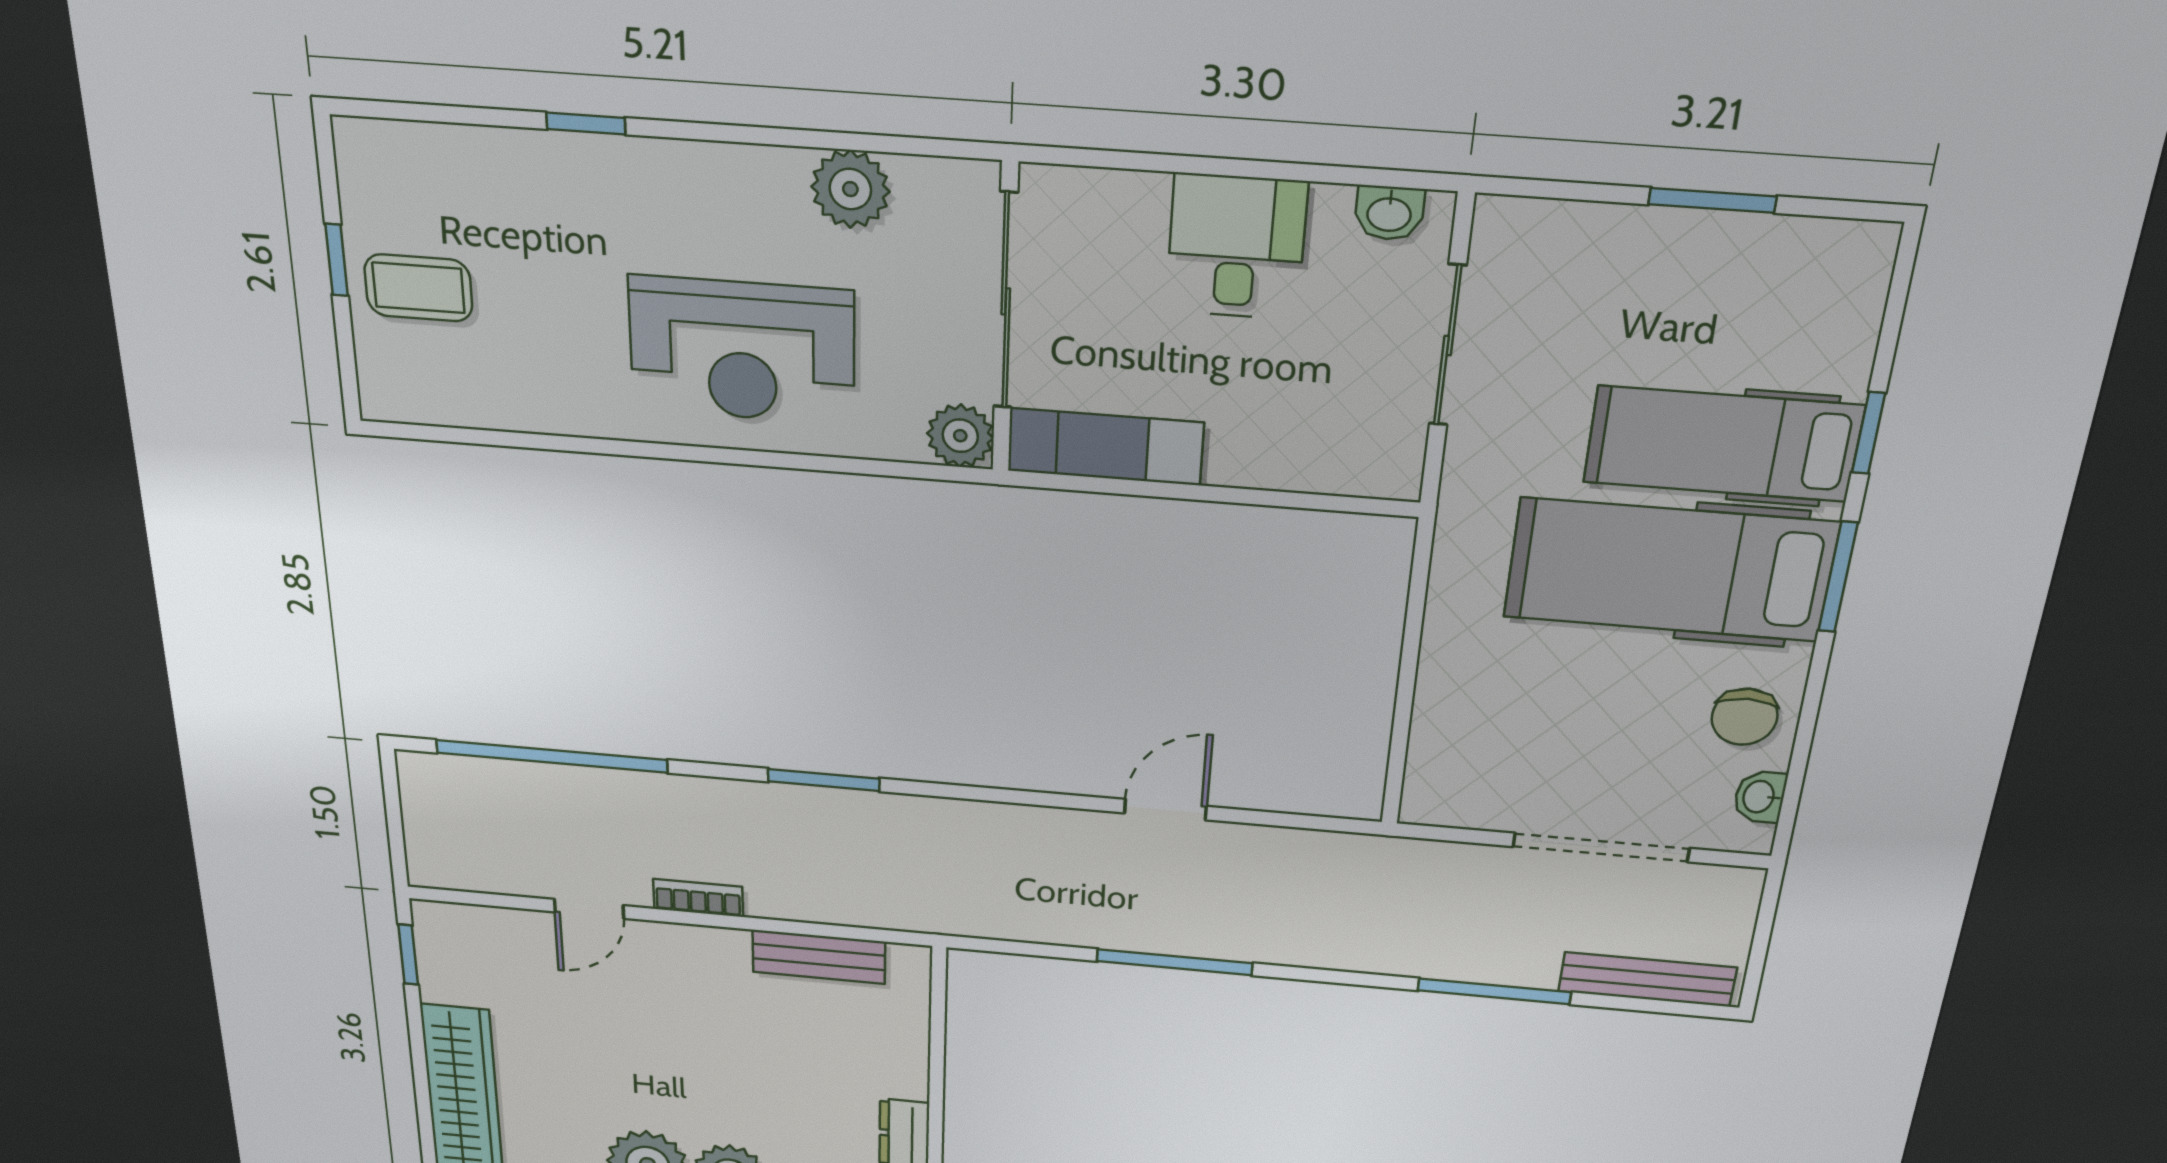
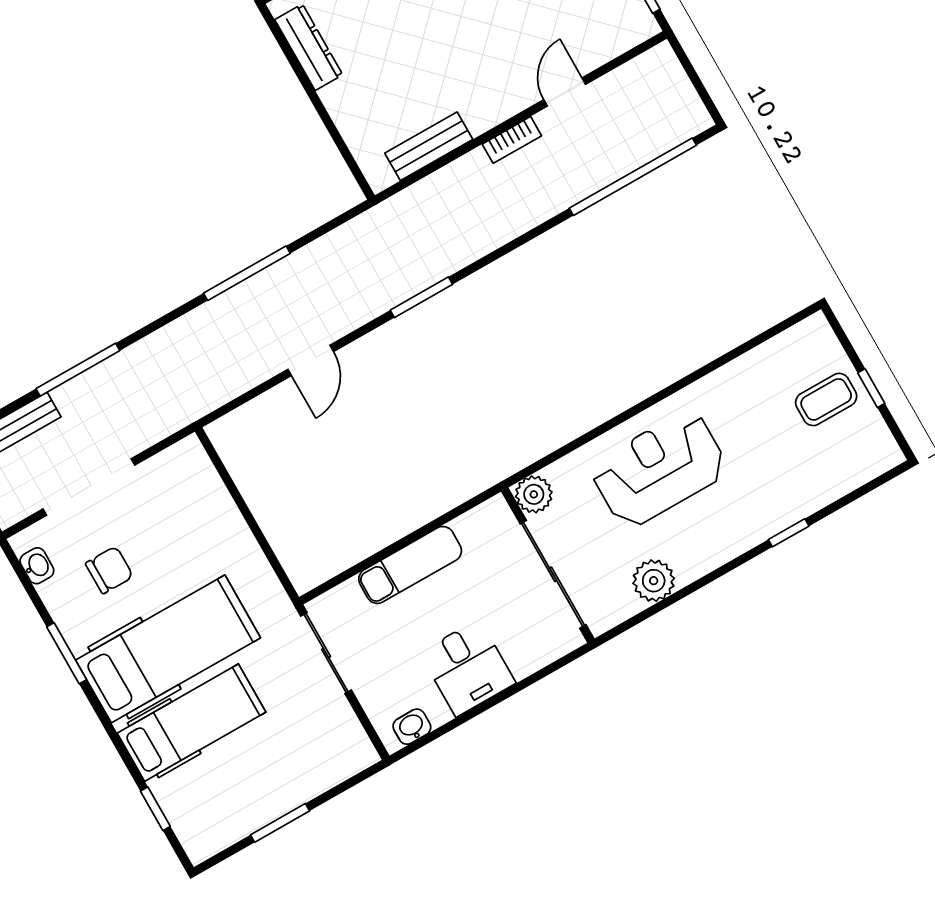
sliding door: (1448, 345) -> (326, 653), moved
window: (1869, 433) -> (155, 809), moved
exam couch: (1105, 447) -> (410, 565), moved
window: (1838, 577) -> (67, 653), moved
chair: (1745, 717) -> (109, 570), moved, turned 90
window: (824, 780) -> (421, 297), moved

